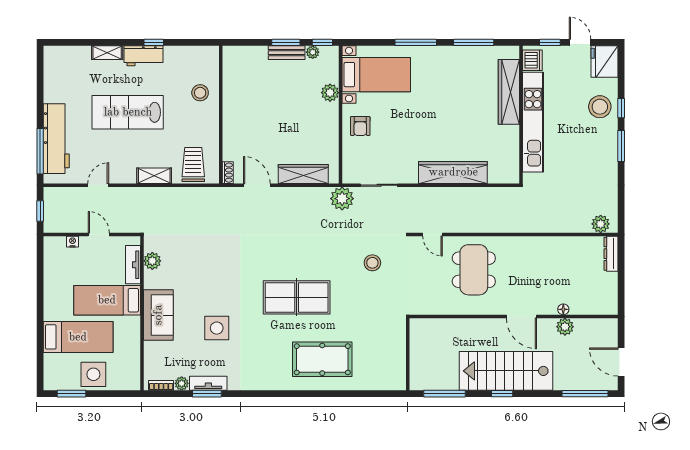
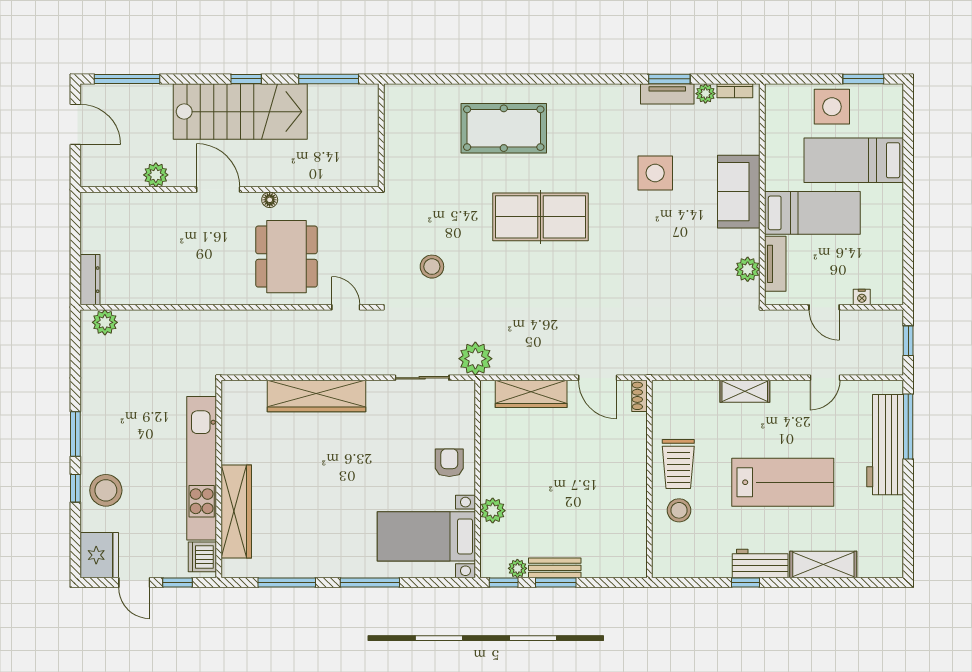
shelving: (107, 53) -> (823, 564), width x1.50, depth x1.33
trolley: (193, 165) -> (678, 464), moved
floor lamp: (563, 309) -> (270, 200), moved

